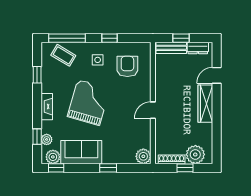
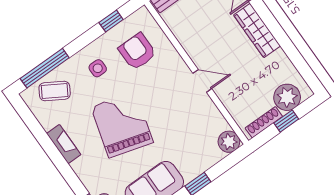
window: (109, 38) -> (111, 21), moved
window: (37, 75) -> (40, 135), removed
fireplace: (47, 107) -> (64, 144), moved
door: (153, 110) -> (202, 81), swing flipped

